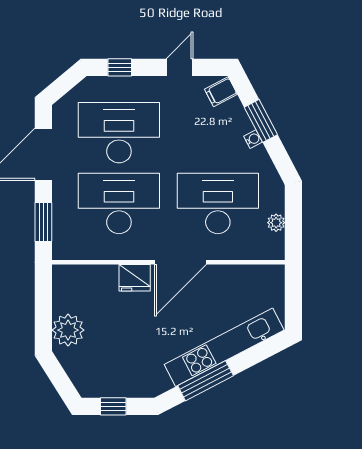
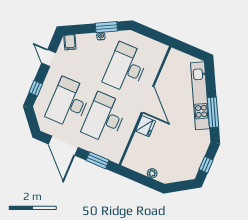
window: (261, 121) -> (106, 27), moved
plant: (276, 223) -> (148, 43), removed
plant: (68, 330) -> (152, 173), width x0.53, depth x0.53

